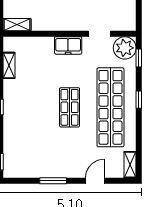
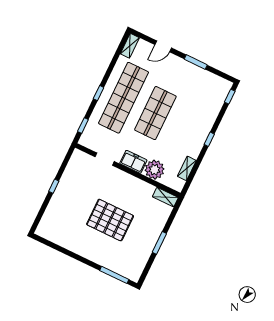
plant: (125, 48) -> (155, 170), moved
shop shelf: (70, 107) -> (155, 113), width x1.43, depth x1.36

